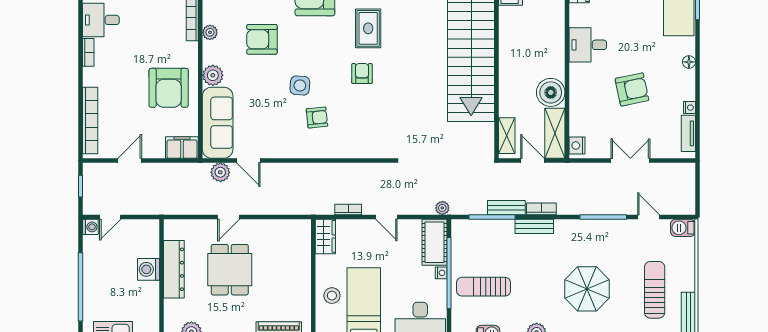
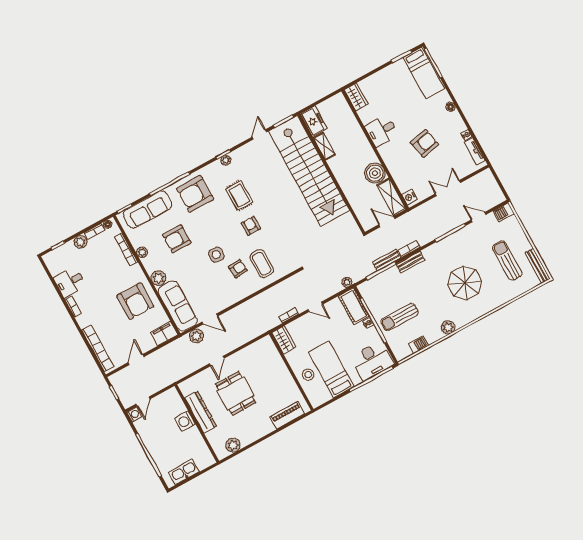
coffee table: (350, 127) -> (262, 264), added
shelving: (507, 136) -> (324, 146), moved

